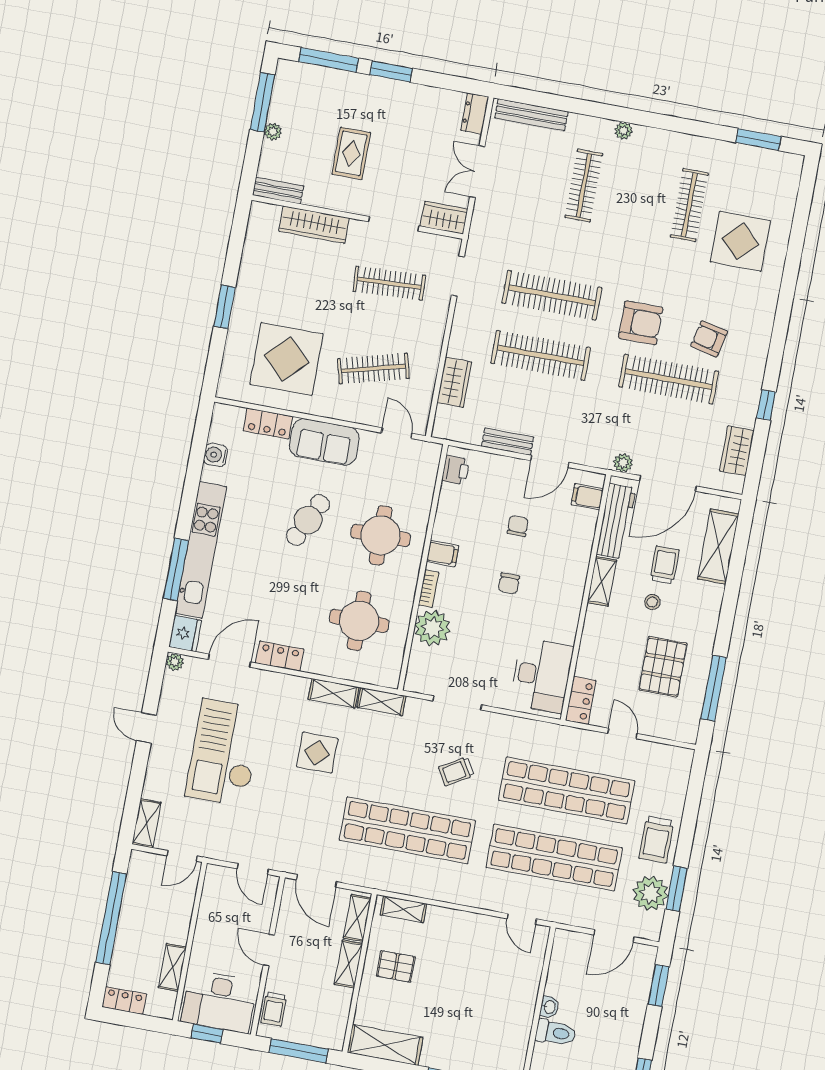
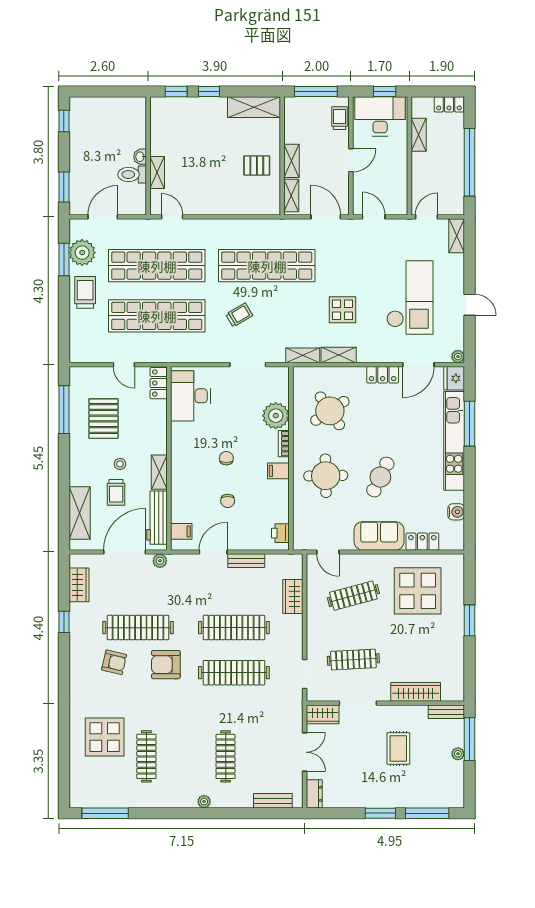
window: (262, 102) -> (470, 739), moved
bench: (531, 115) -> (273, 801), width x0.73
window: (758, 140) -> (105, 813), width x1.44
round table: (359, 621) -> (330, 411), turned -34
shelving: (403, 909) -> (157, 173), moved, turned 90
door: (269, 950) -> (351, 160), hinge flipped
toilet: (556, 1033) -> (132, 174), moved

